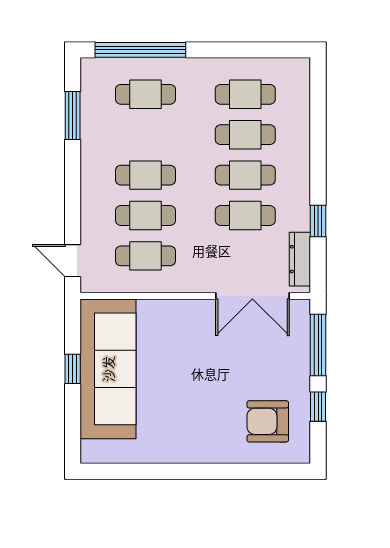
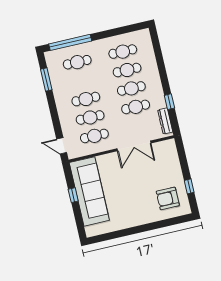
double door: (252, 296) -> (134, 146), moved
window: (318, 345) -> (183, 158), removed

